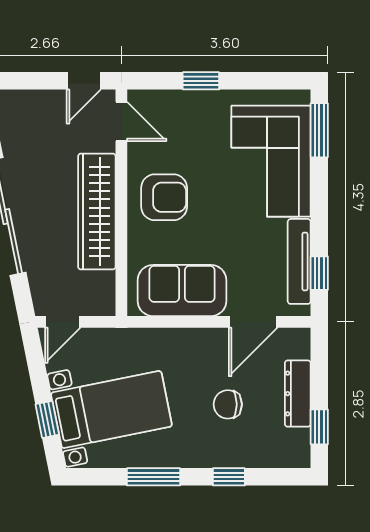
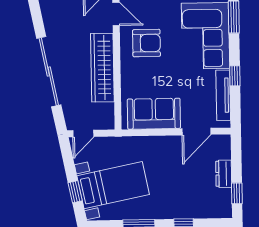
armchair: (164, 197) -> (146, 43), moved
window: (319, 273) -> (235, 76), moved
dresser: (298, 394) -> (224, 174), width x0.70
chair: (228, 404) -> (182, 181), removed

